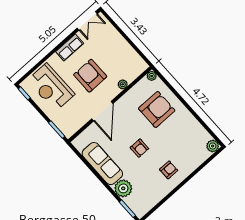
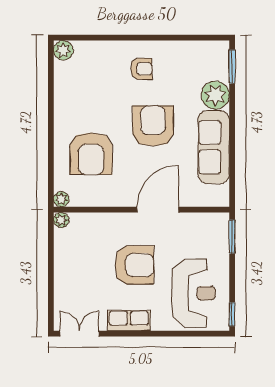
armchair: (90, 76) -> (134, 265), turned -90
plant: (123, 84) -> (61, 220), moved
armchair: (157, 109) -> (91, 154), turned -90
armchair: (139, 148) -> (153, 126), width x1.88, depth x1.88
armchair: (169, 170) -> (141, 69), turned 180

